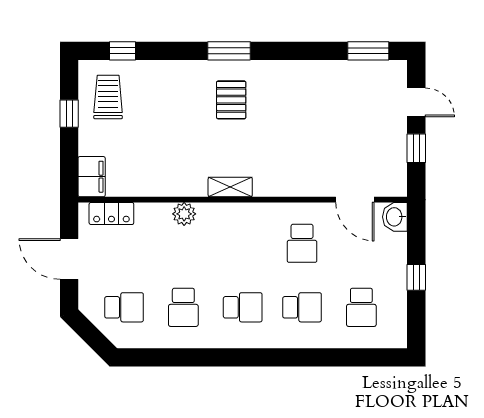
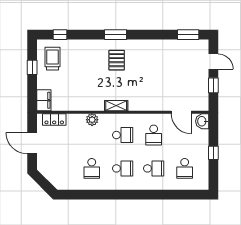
school desk: (124, 307) -> (123, 135), moved

